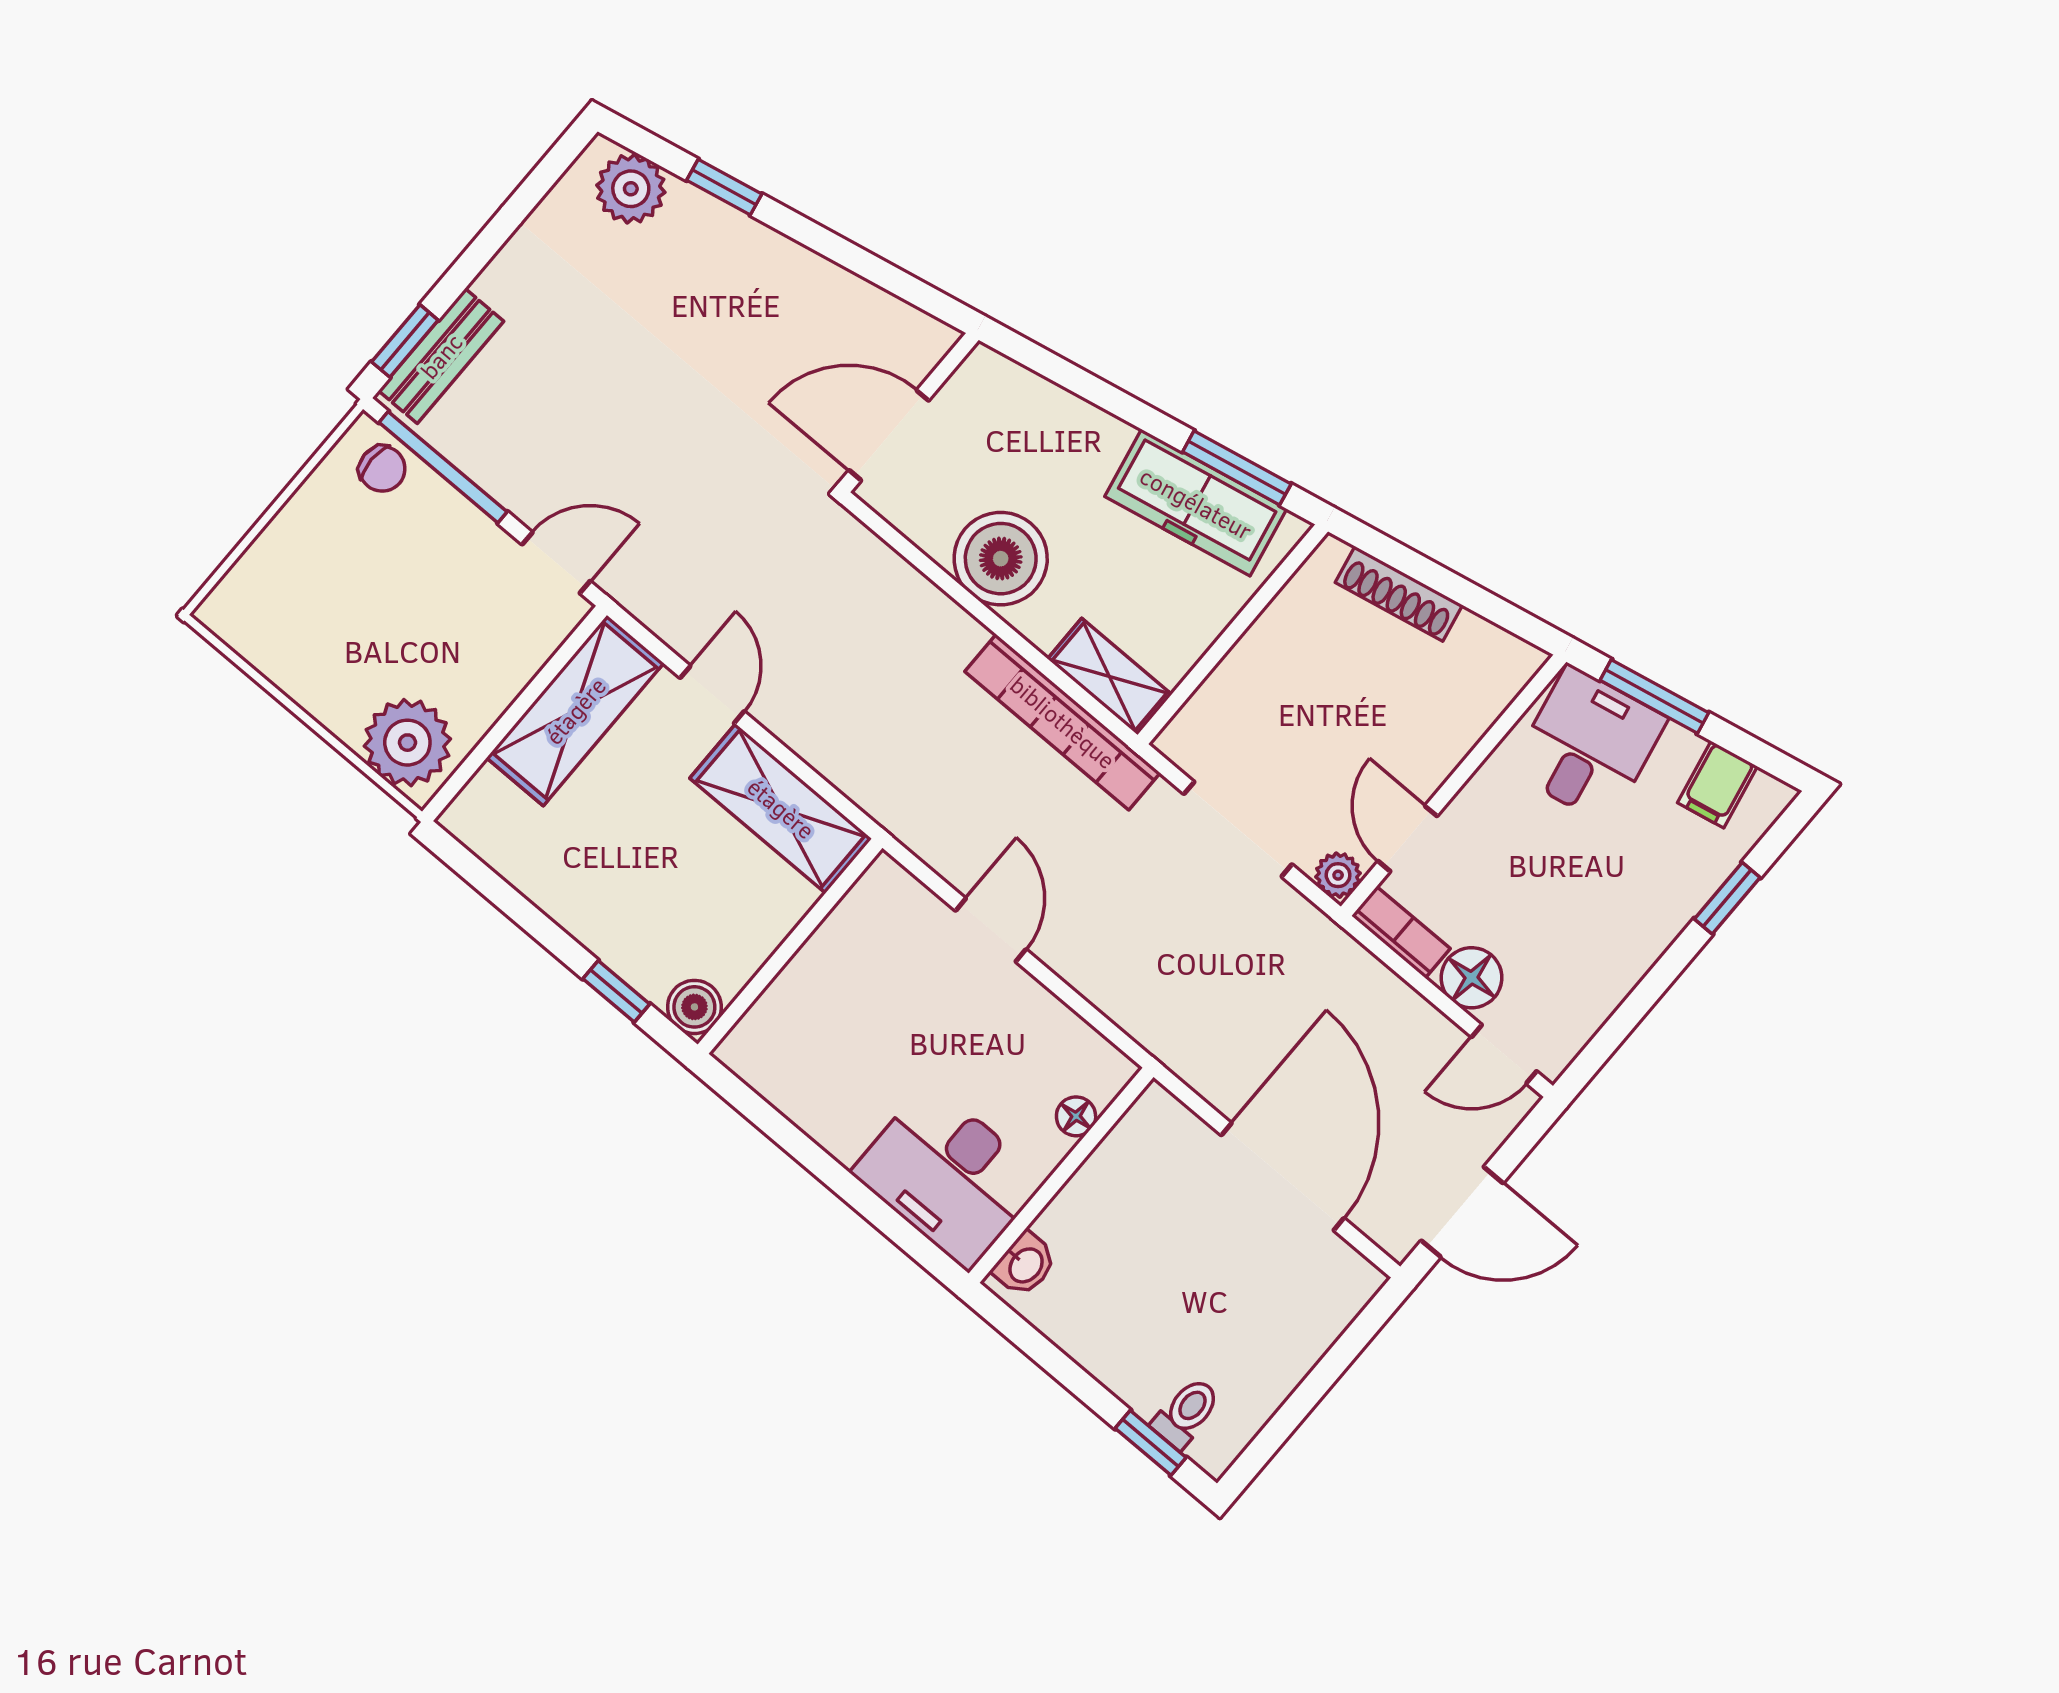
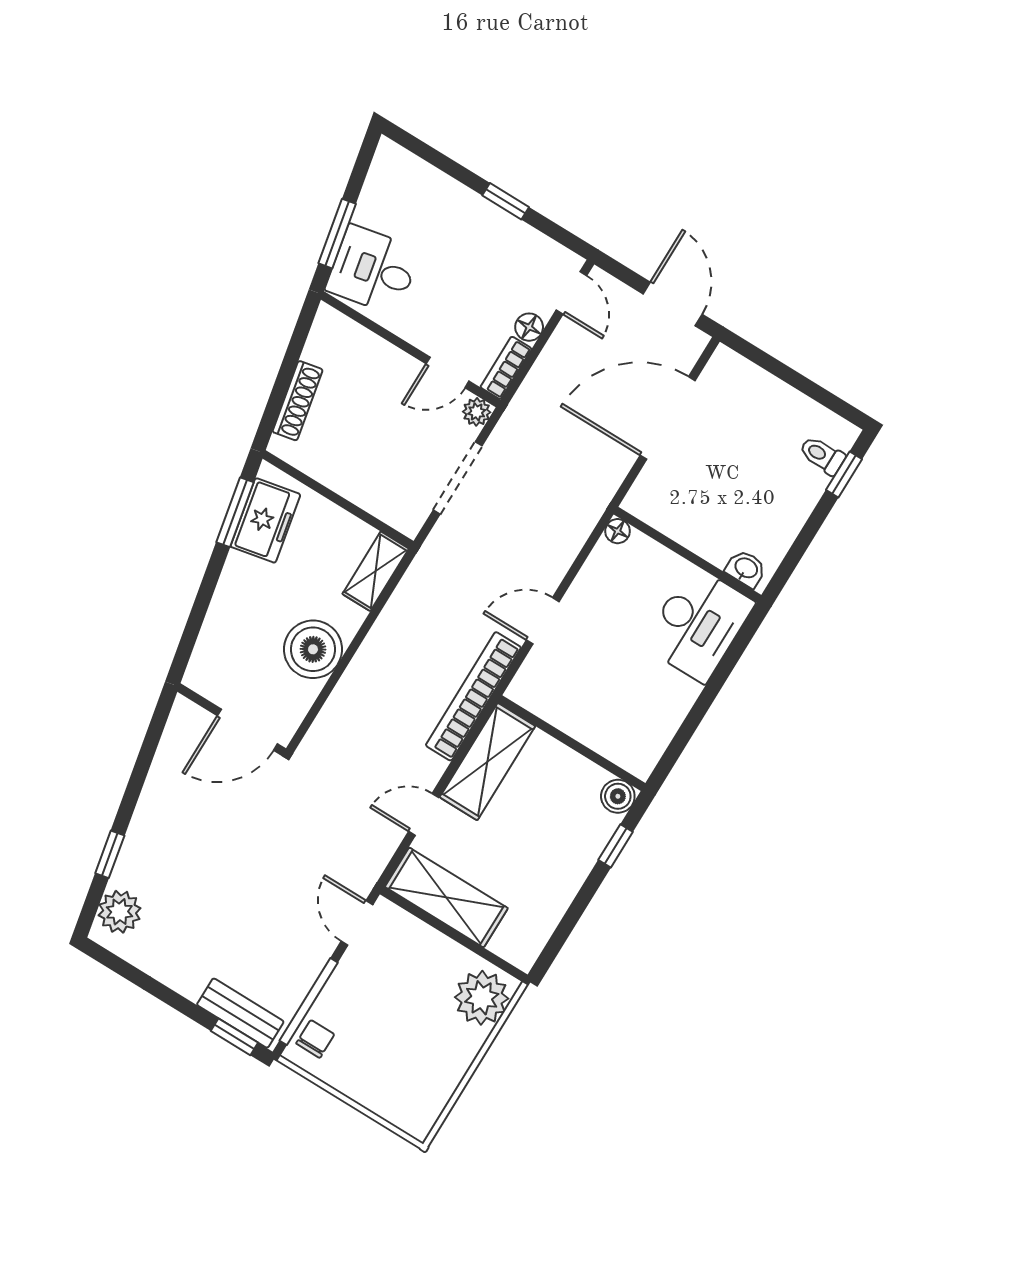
door: (889, 435) -> (247, 730), hinge flipped
freezer: (1196, 503) -> (265, 520), width x0.71
bookcase: (1063, 722) -> (473, 696), moved, turned 180
filing cabinet: (1717, 785) -> (386, 187), removed
window: (1727, 898) -> (506, 201), moved
floor lamp: (1472, 978) -> (529, 327), width x0.73, depth x0.73
floor lamp: (1076, 1116) -> (618, 531), moved

